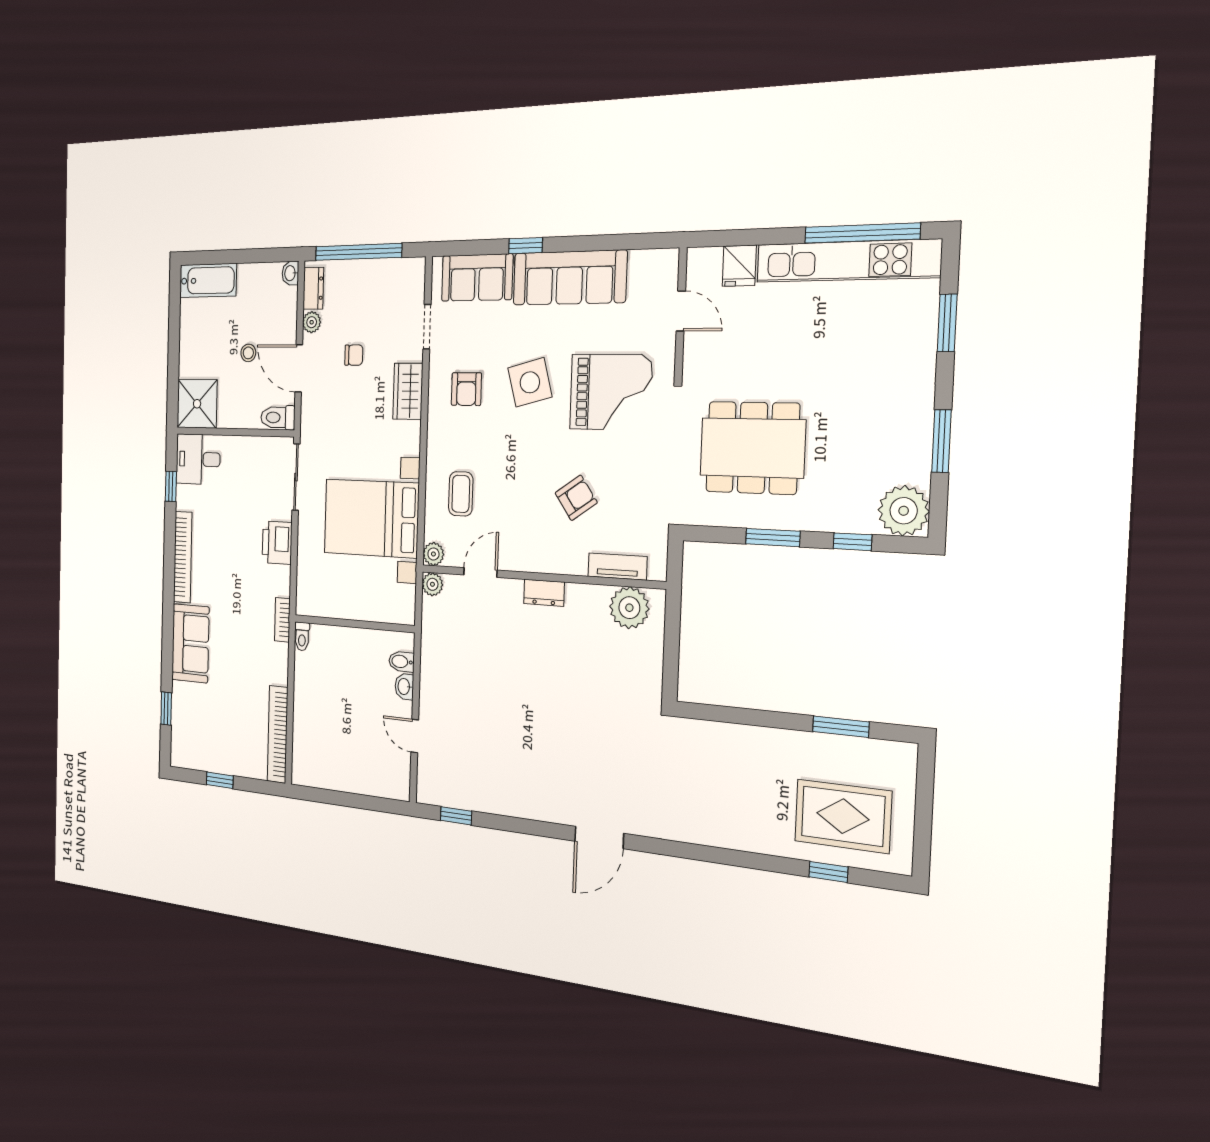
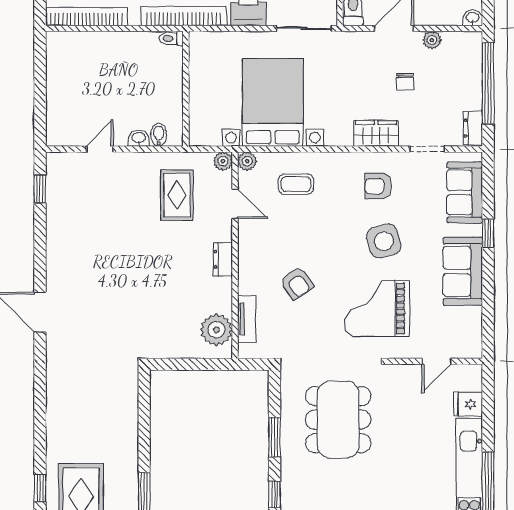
sofa: (569, 278) -> (463, 271), width x0.73
dresser: (313, 288) -> (473, 128), moved, turned 90
grand piano: (611, 392) -> (377, 308), turned 90
bookcase: (282, 620) -> (184, 16), width x2.31, depth x1.31
rug: (468, 645) -> (177, 195), added

